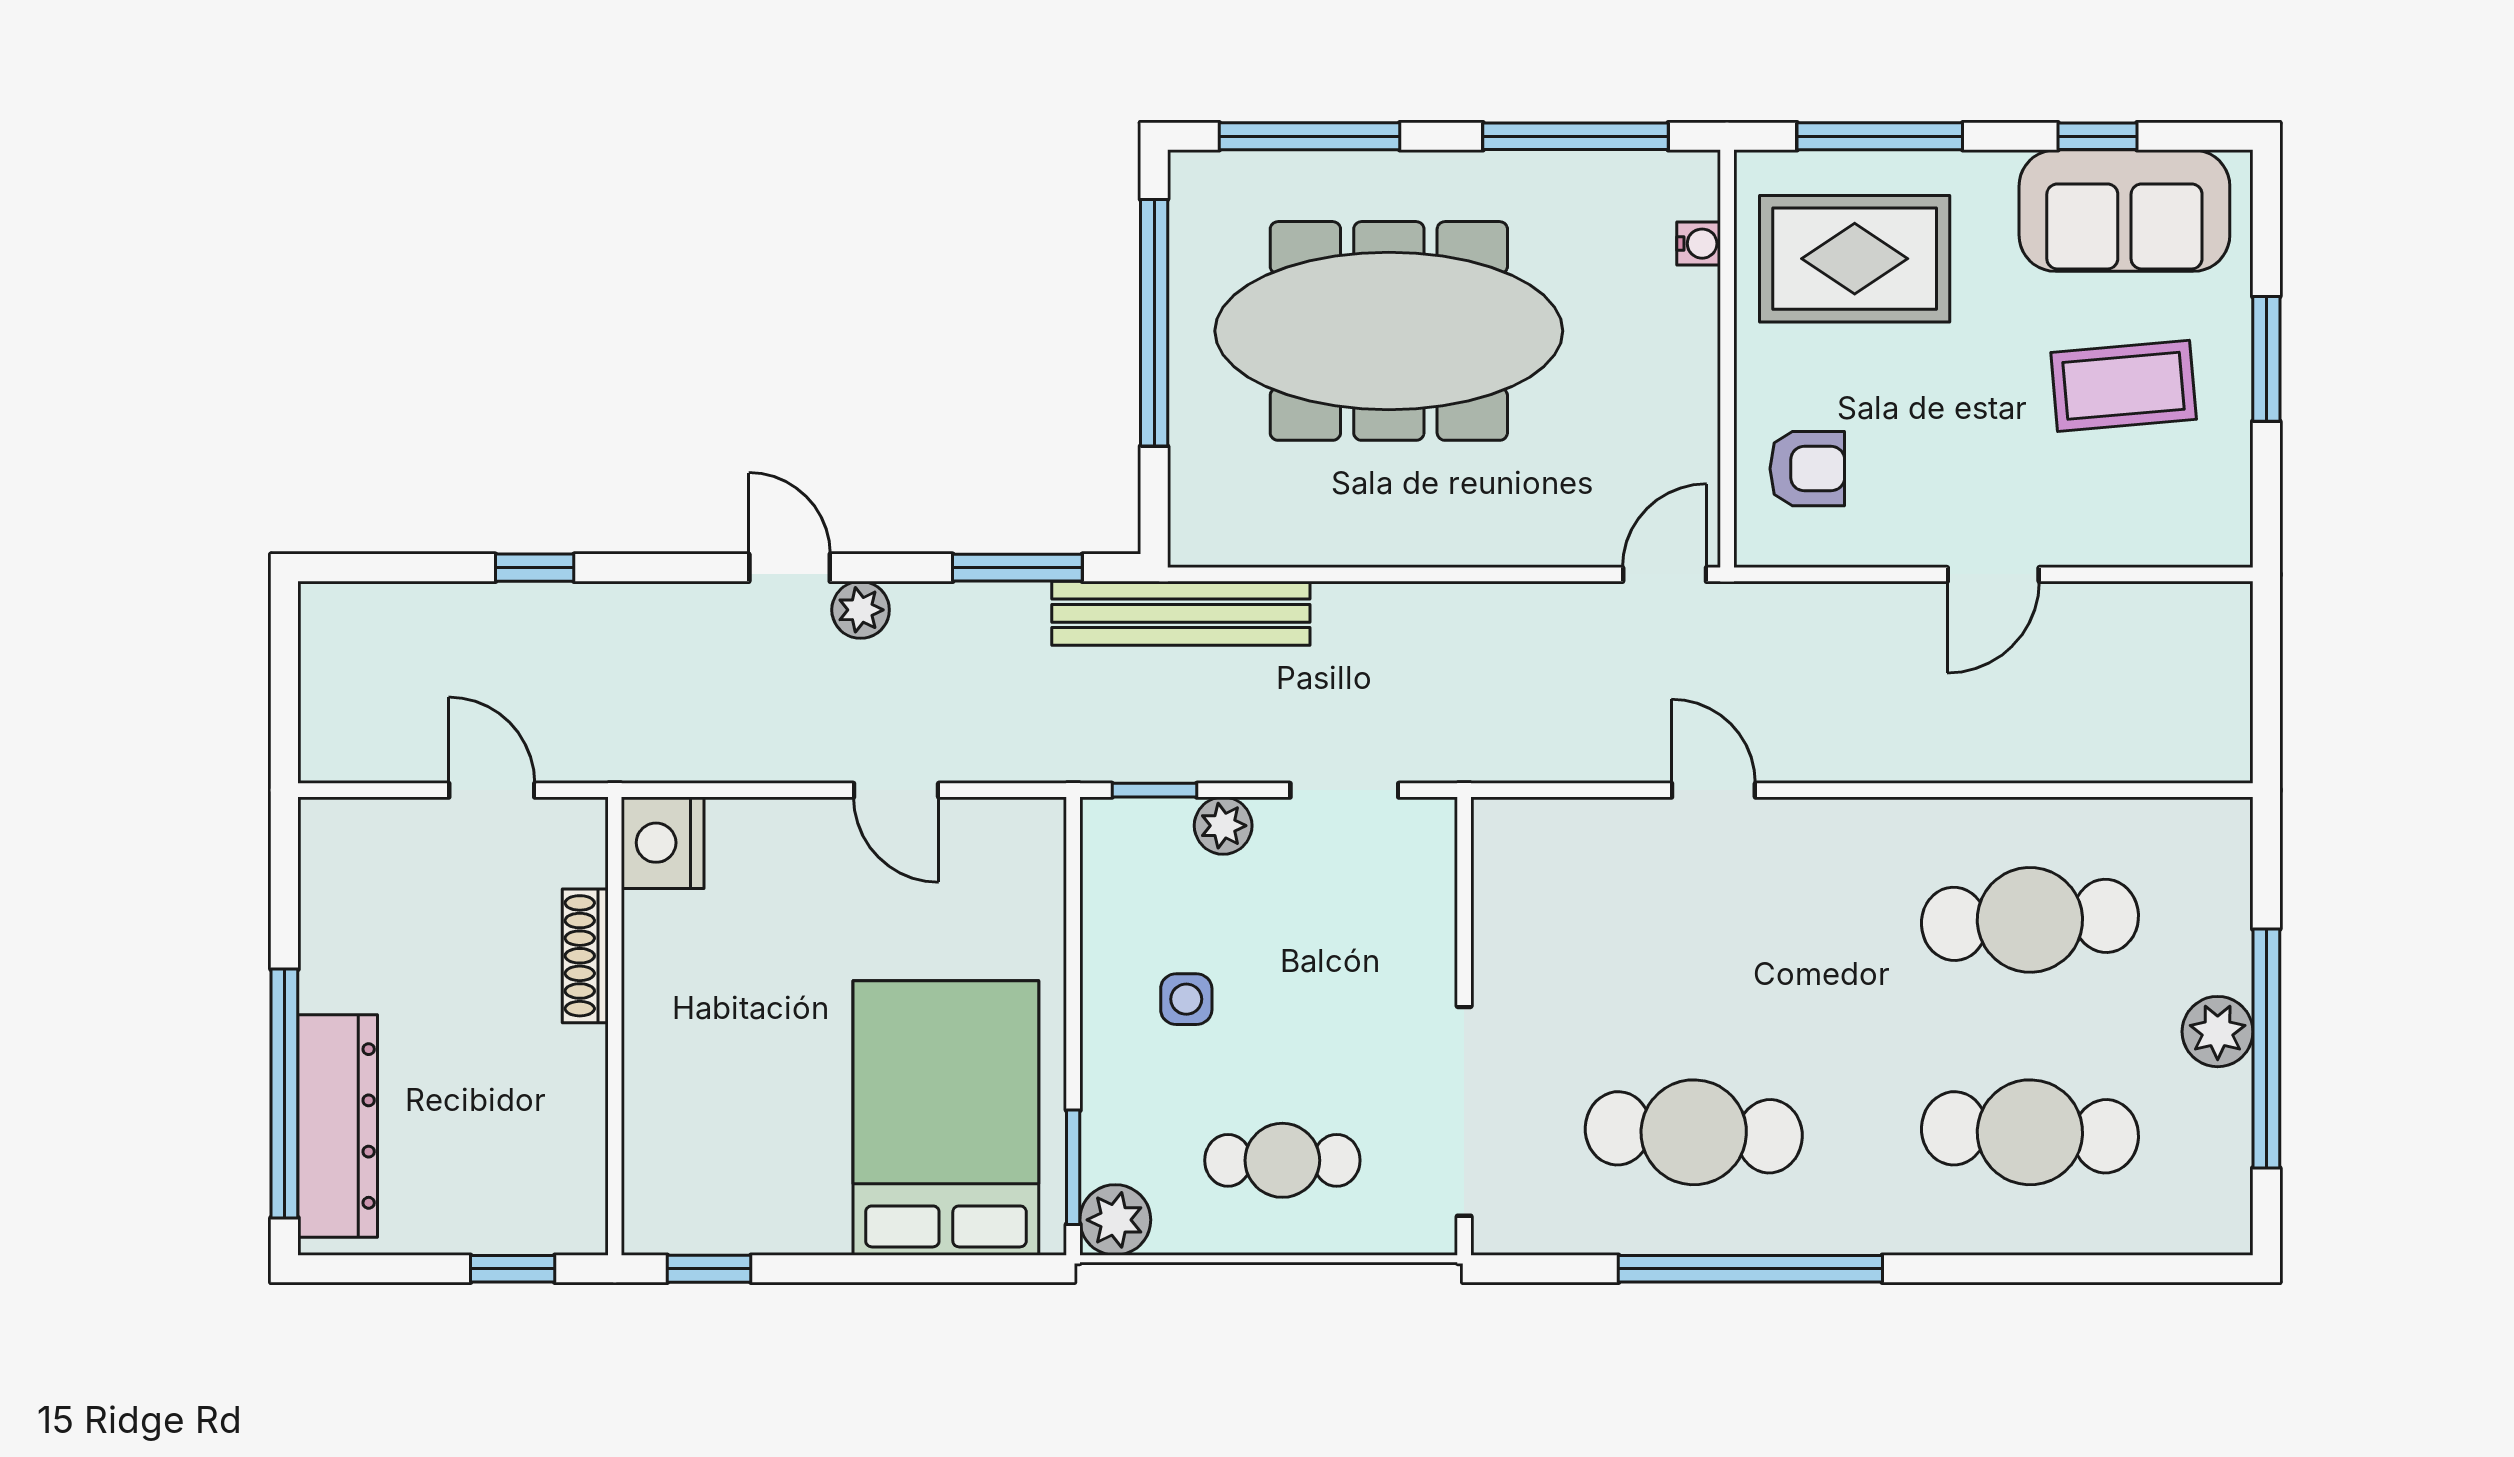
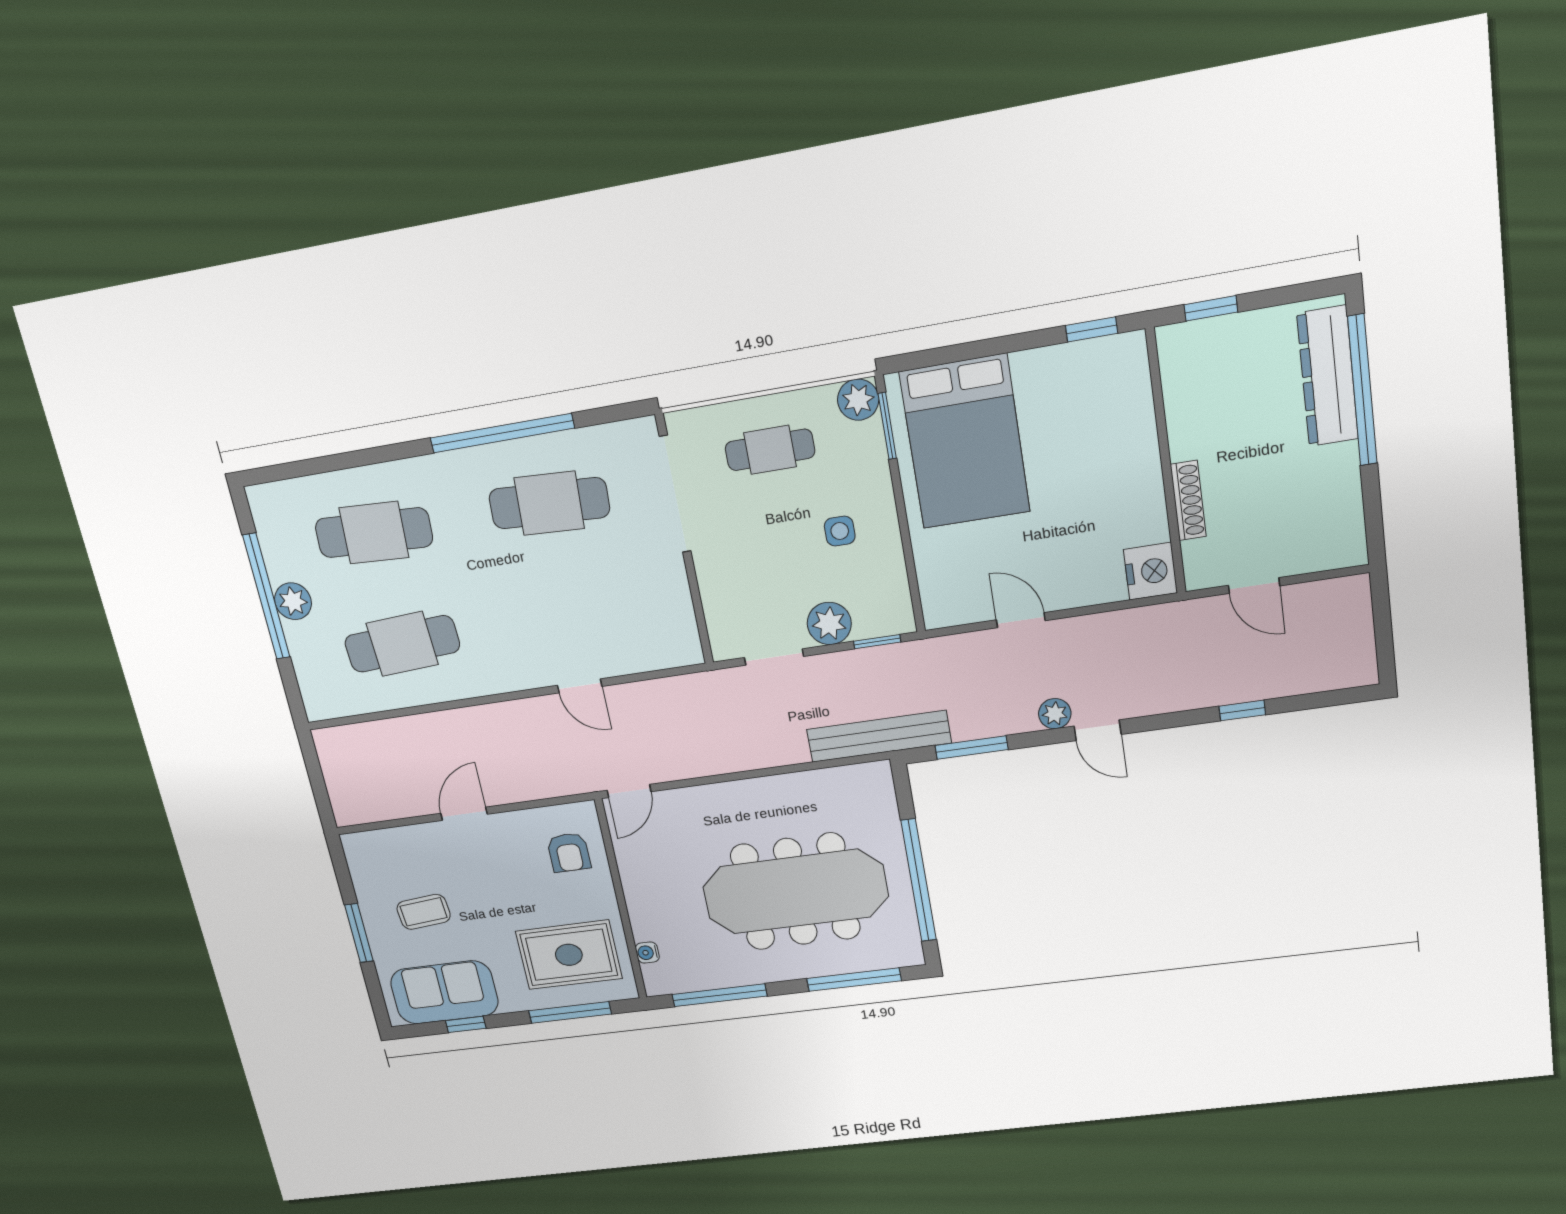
coffee table: (2124, 386) -> (424, 912), width x0.73, depth x0.77
armchair: (1807, 469) -> (569, 852), turned -90
plant: (1223, 826) -> (829, 623), width x1.38, depth x1.38

